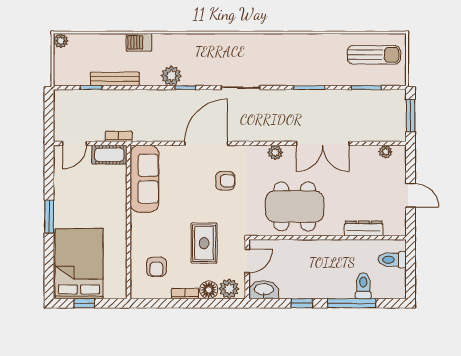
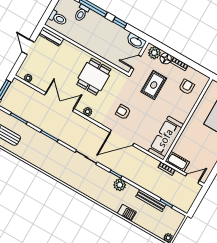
dining table: (295, 206) -> (94, 77), width x0.73
dresser: (364, 228) -> (51, 36), moved

